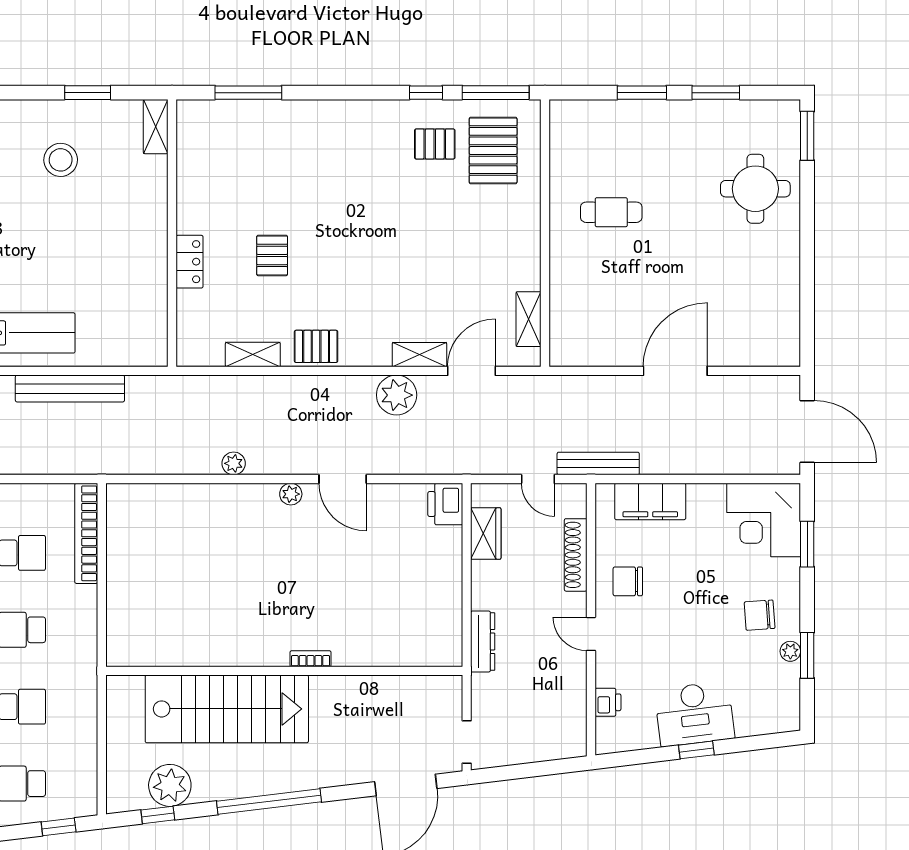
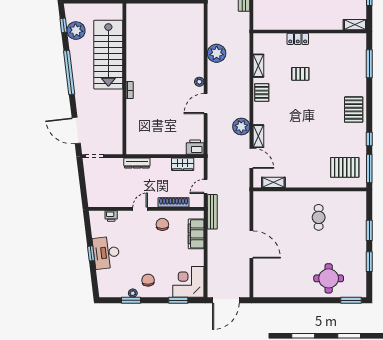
pallet: (435, 144) -> (354, 110), moved, width x1.50, depth x1.42
plant: (234, 463) -> (217, 53), width x1.88, depth x1.88

